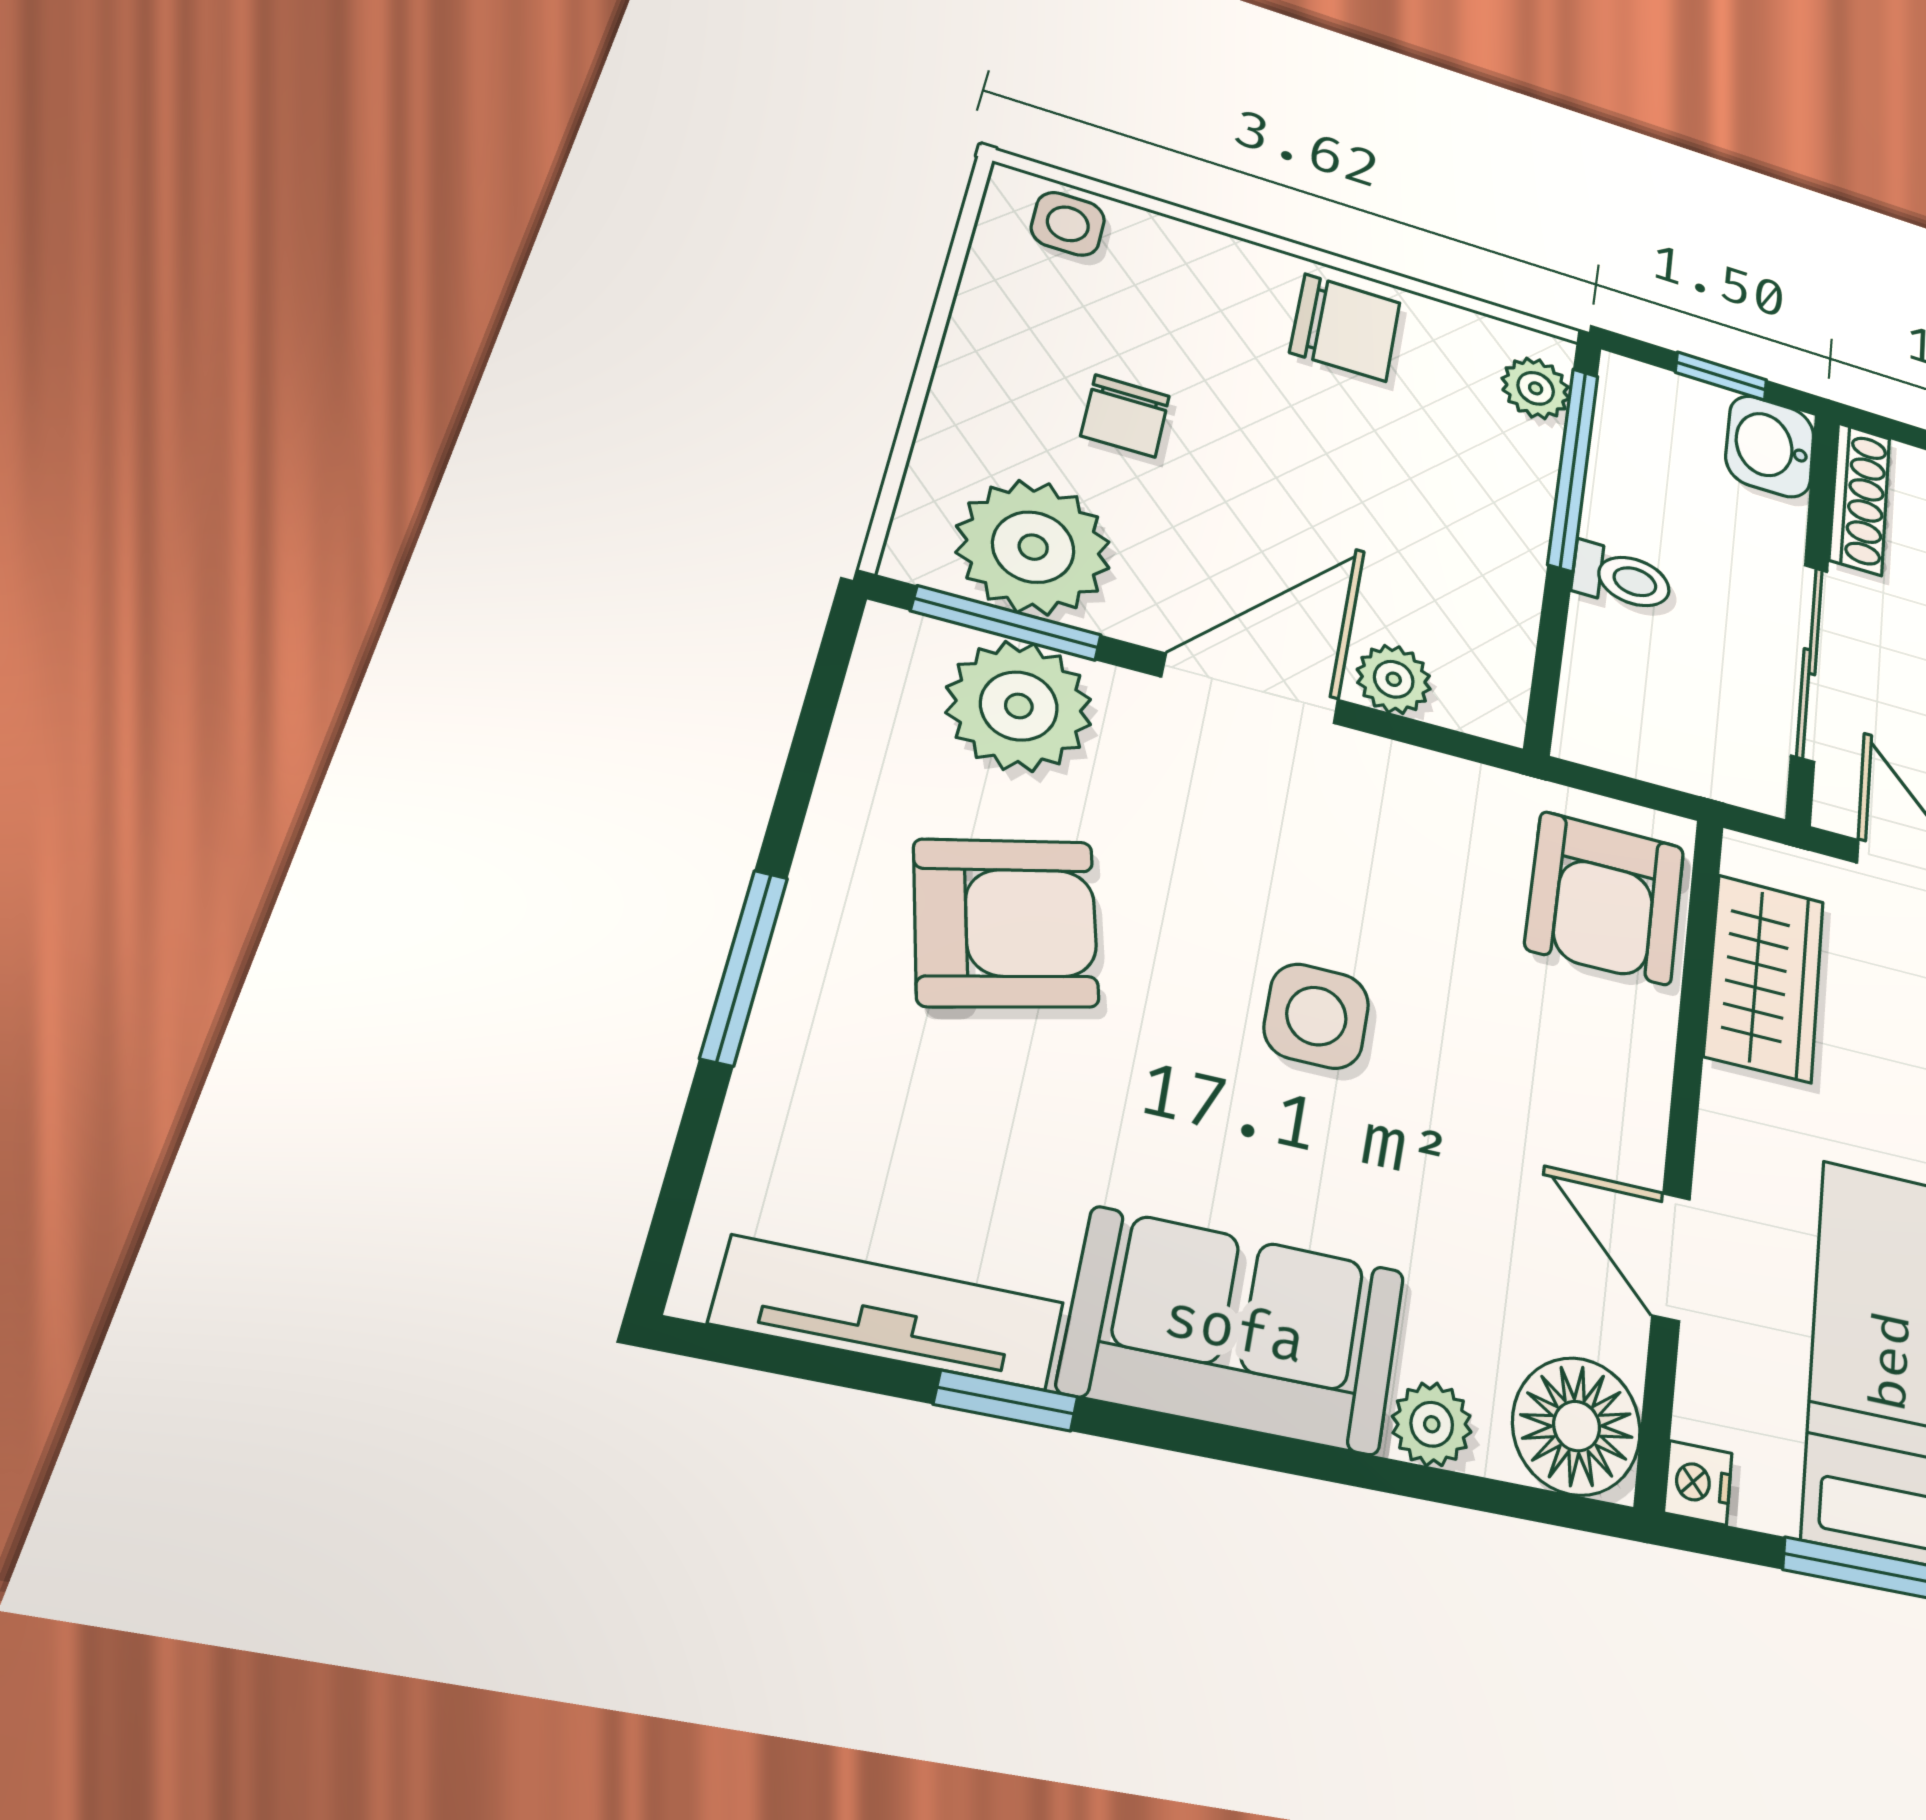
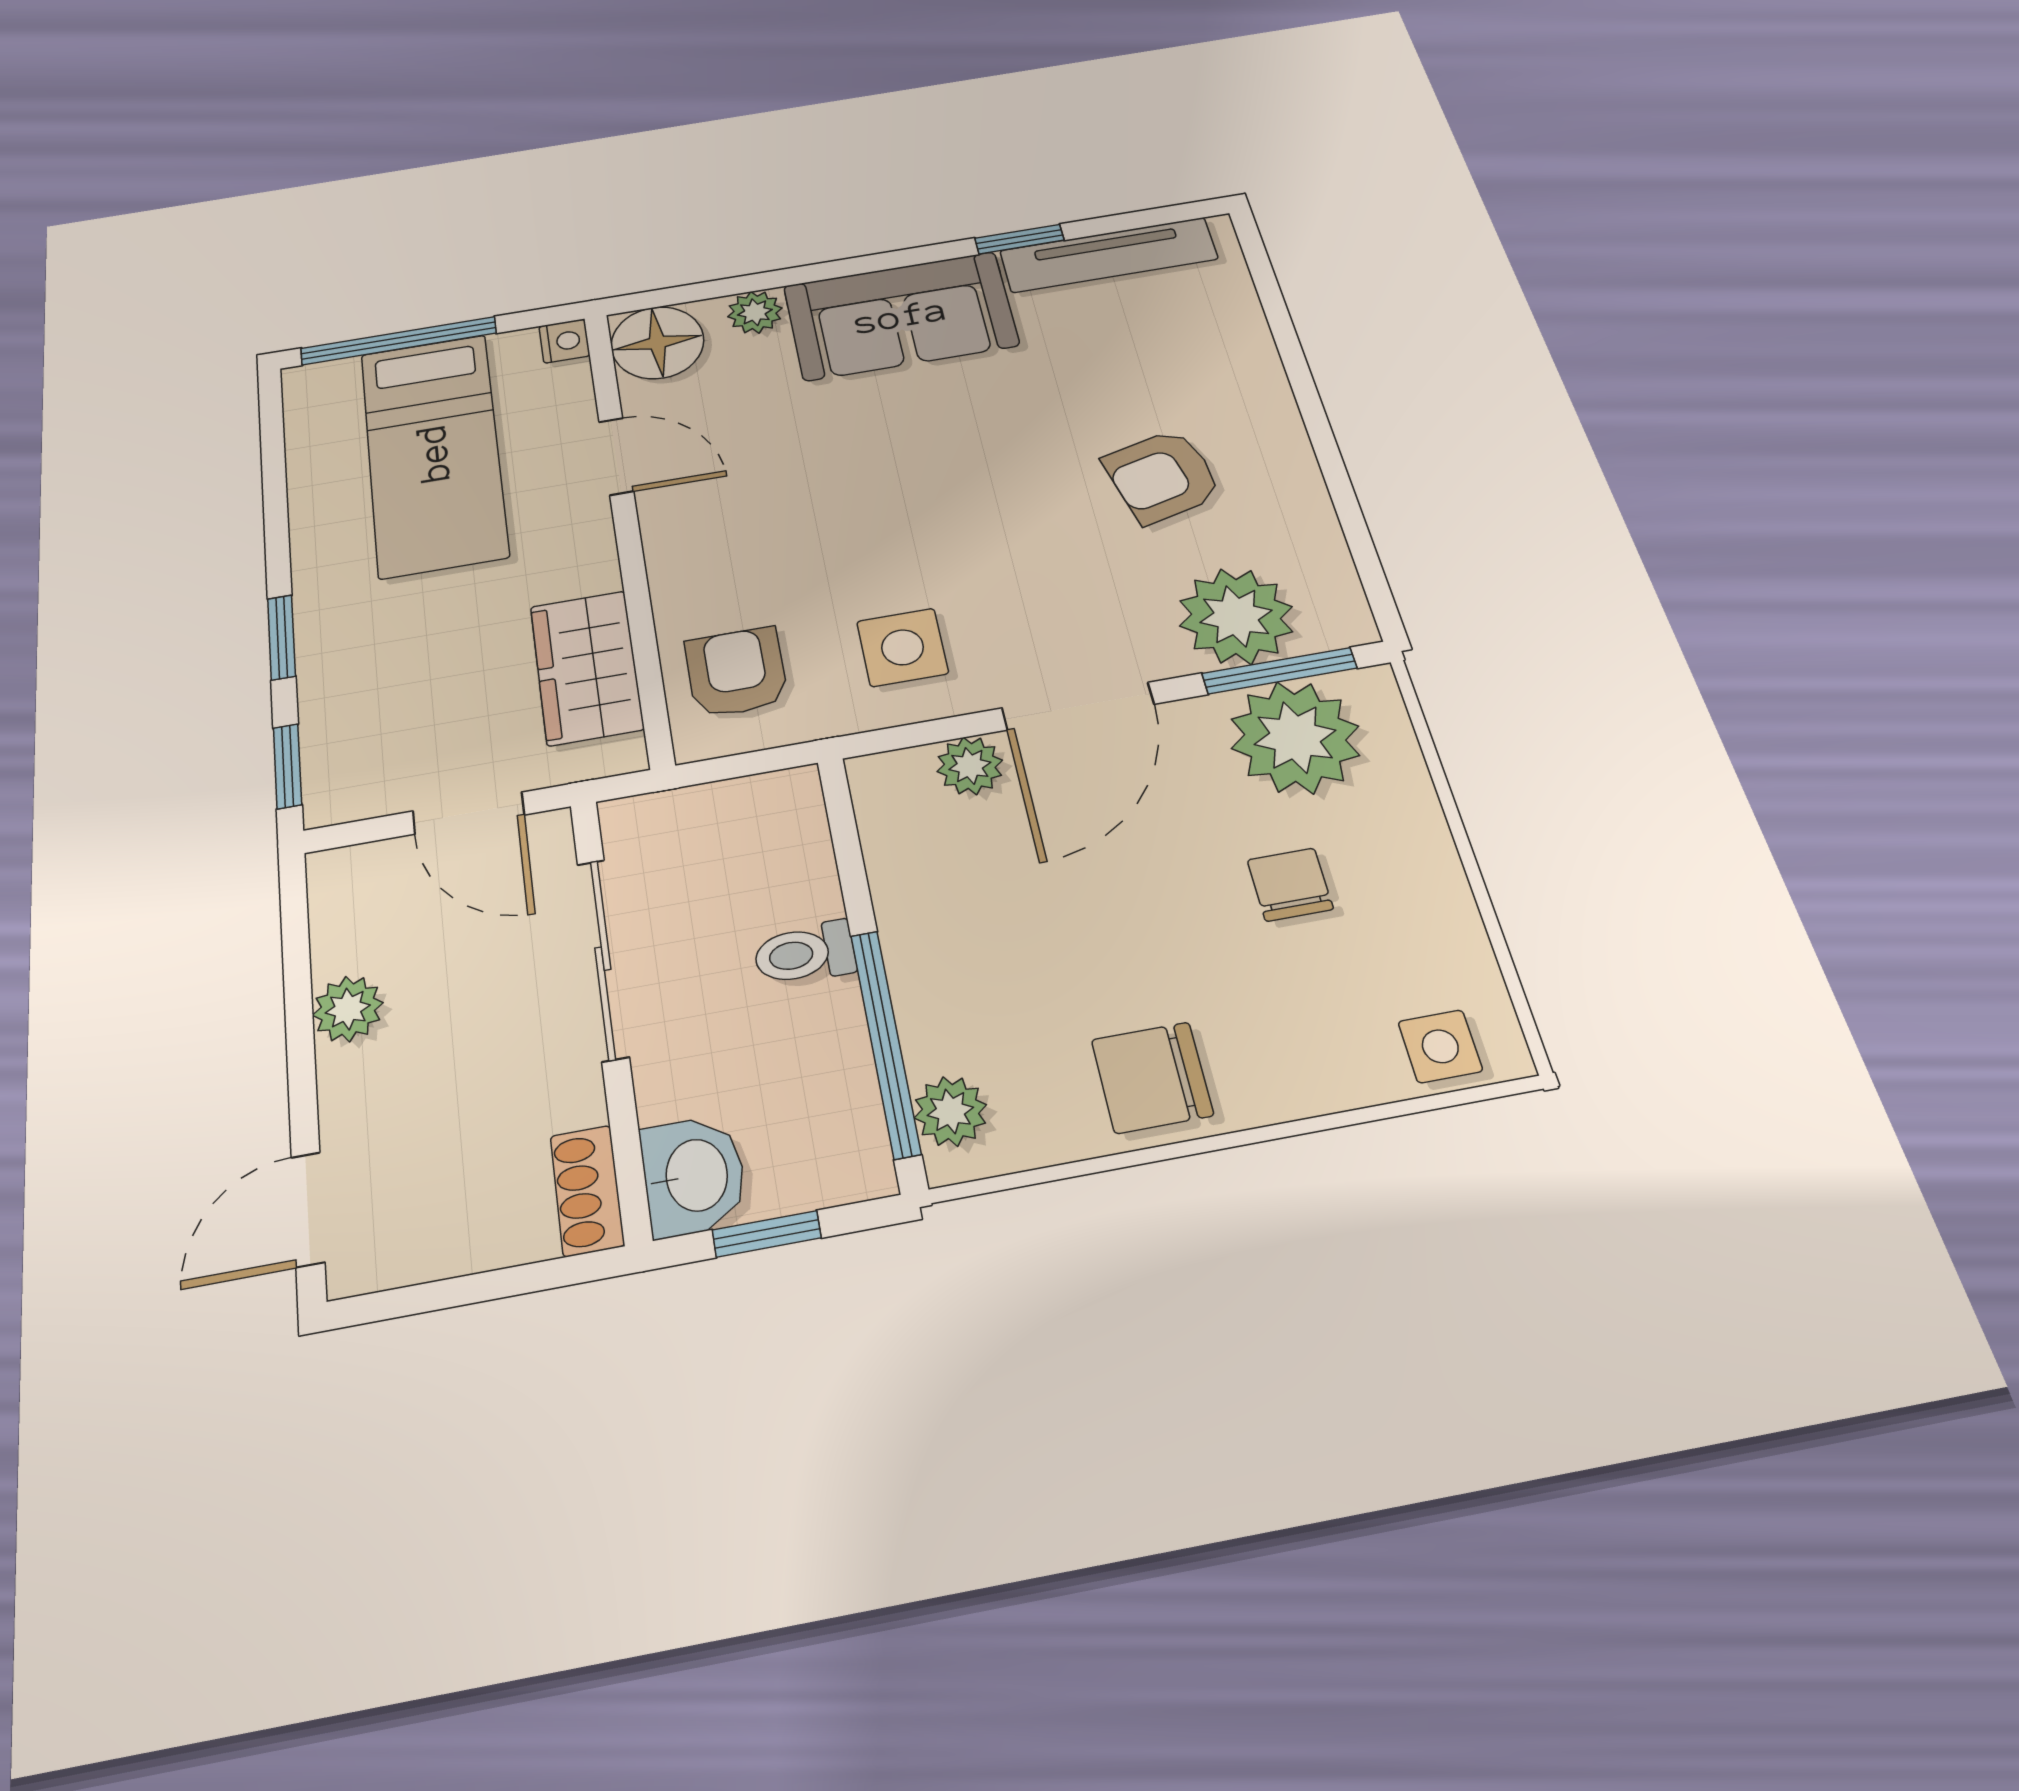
shoe rack: (1860, 498) -> (587, 1191), width x0.70
armchair: (1605, 898) -> (736, 672), width x0.72, depth x0.72
armchair: (1006, 923) -> (1162, 476), width x0.72, depth x0.72
window: (744, 967) -> (1304, 388), removed
side table: (1316, 1016) -> (903, 647), moved

